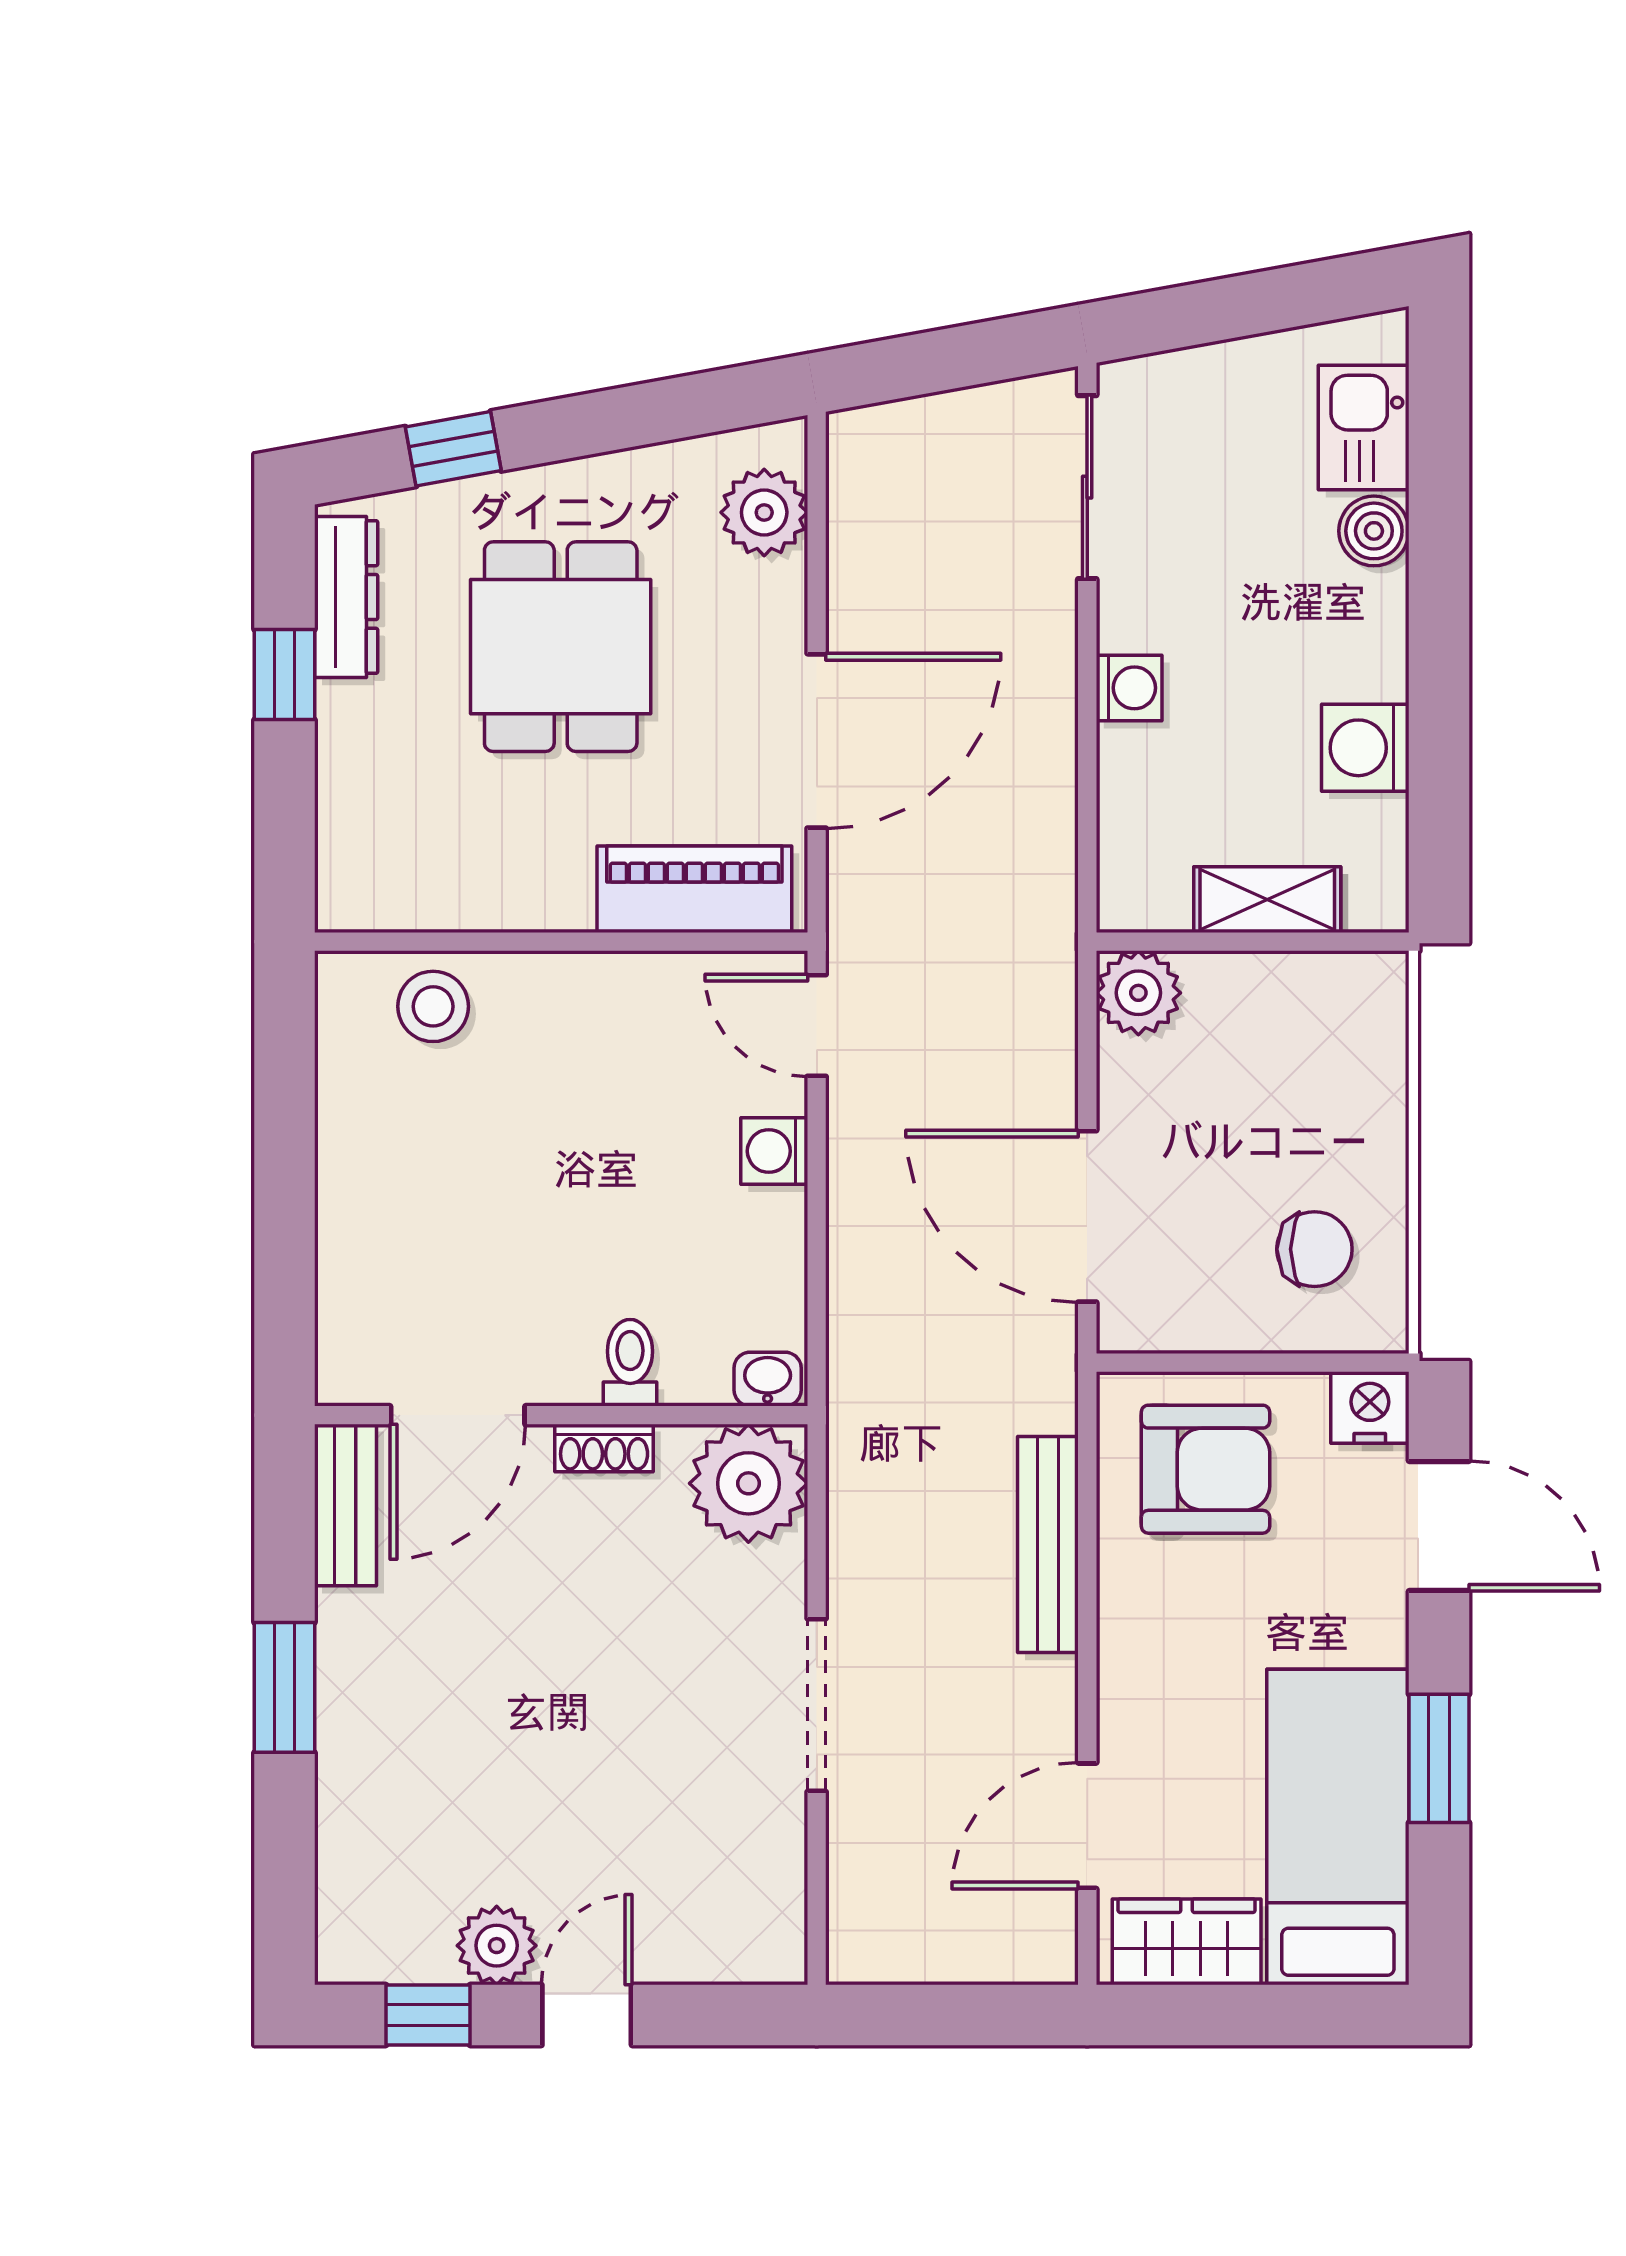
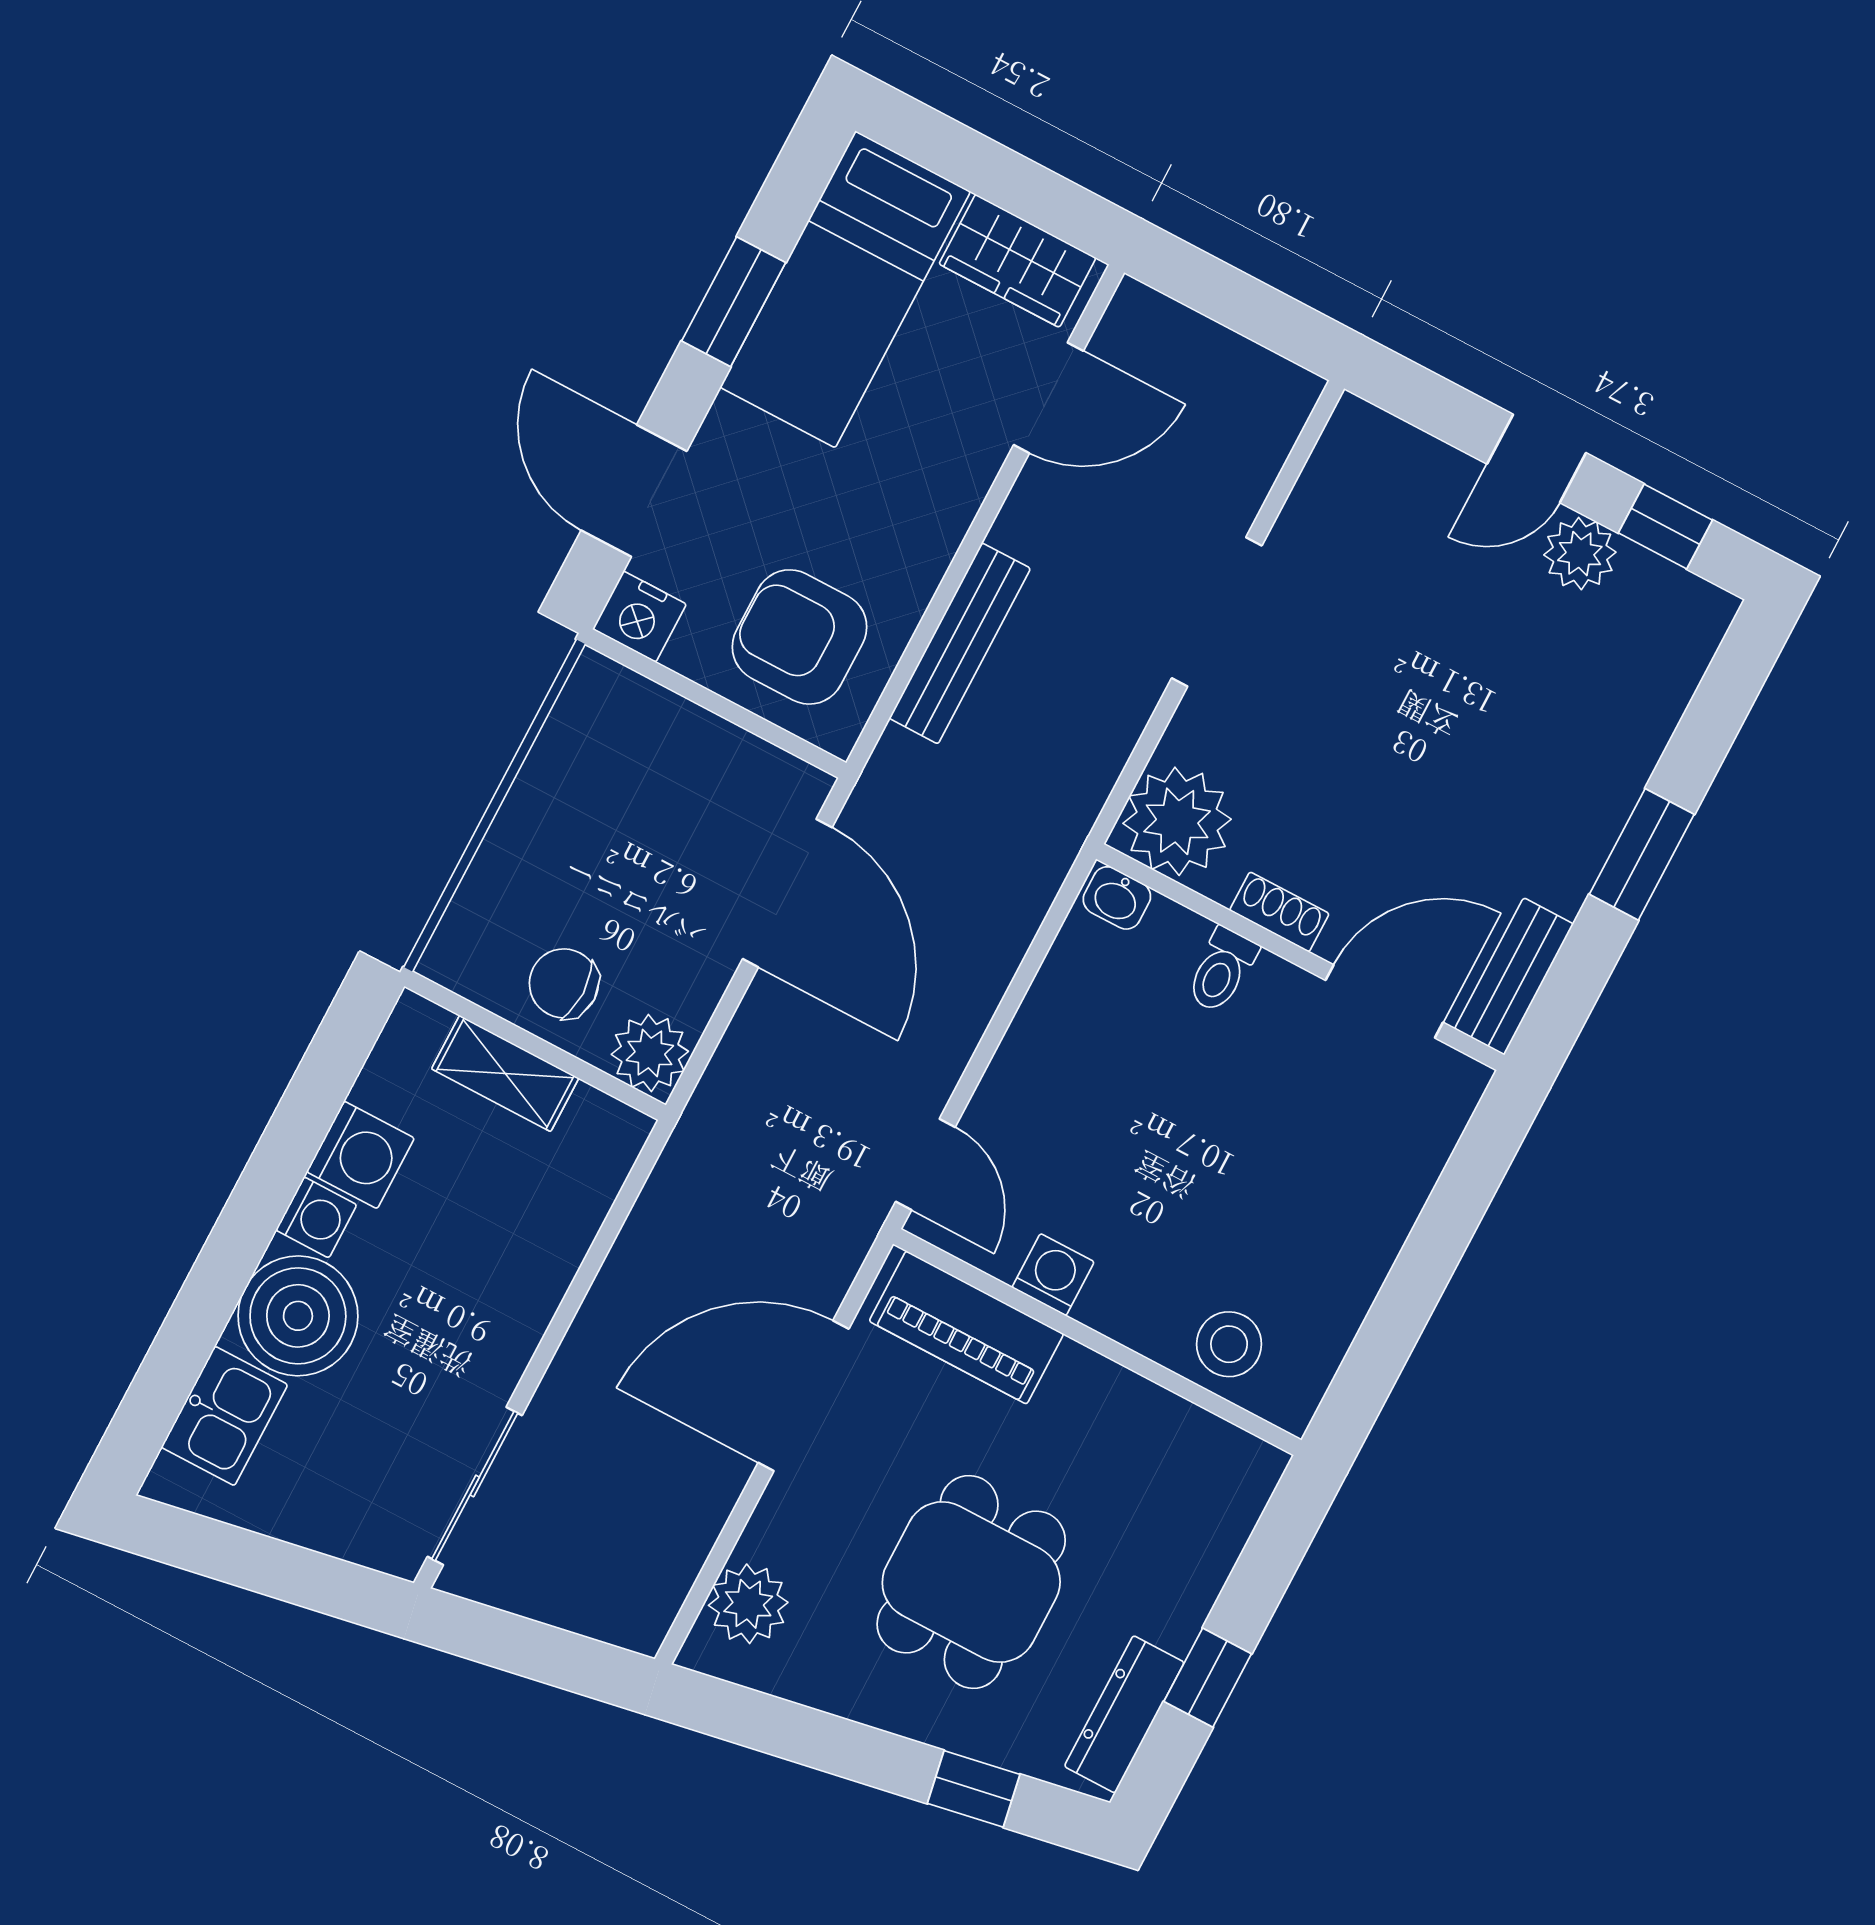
boiler: (1374, 531) -> (298, 1316), width x1.86, depth x1.86
washing machine: (1129, 688) -> (316, 1217), moved, turned 180
washing machine: (774, 1151) -> (1053, 1275), moved, turned -90
chair: (1314, 1249) -> (564, 983), moved

